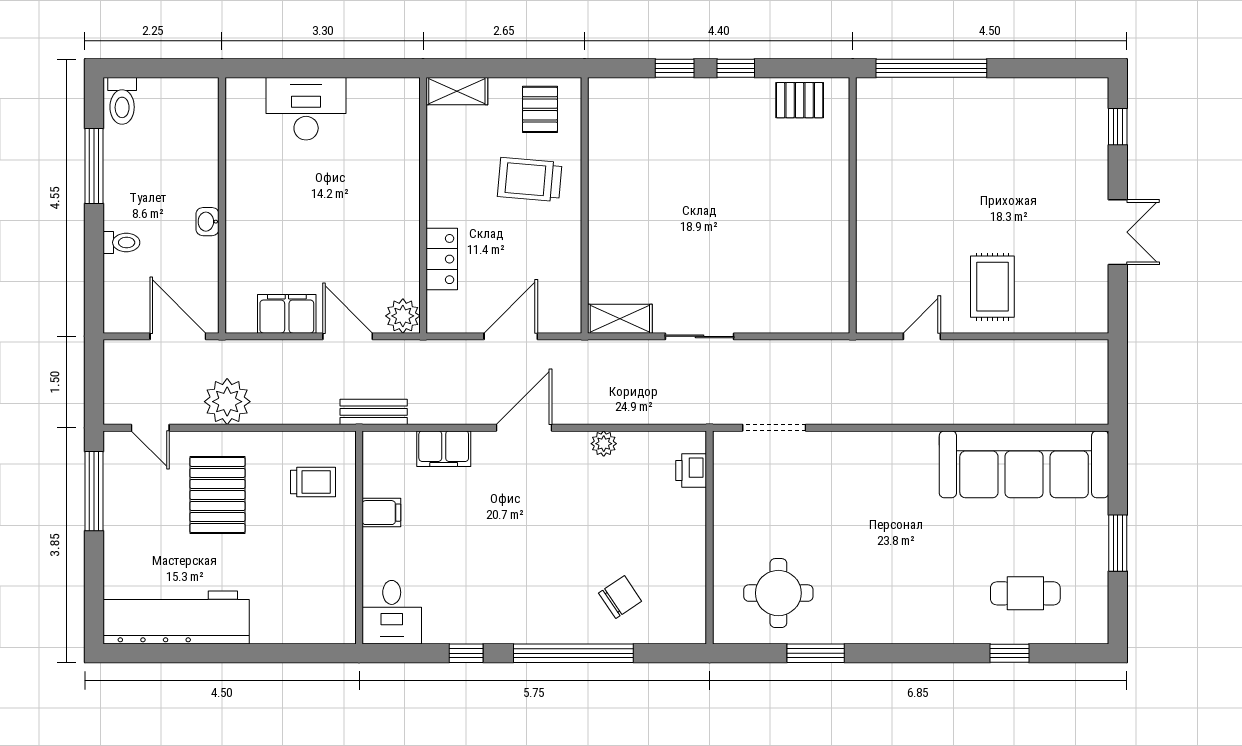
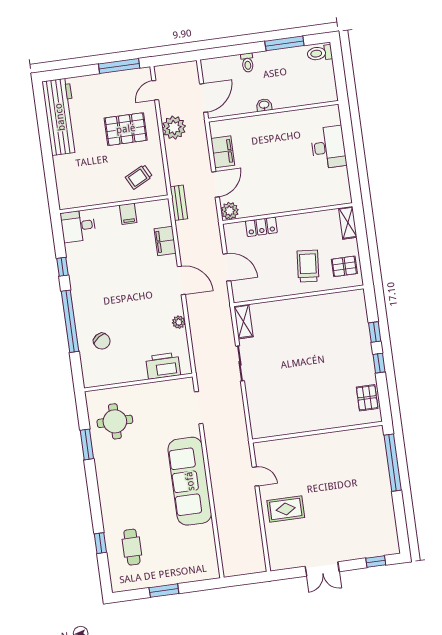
sofa: (1024, 464) -> (190, 481), moved
printer: (691, 471) -> (163, 366), width x1.87, depth x1.48
trolley: (313, 482) -> (139, 177), turned 63

